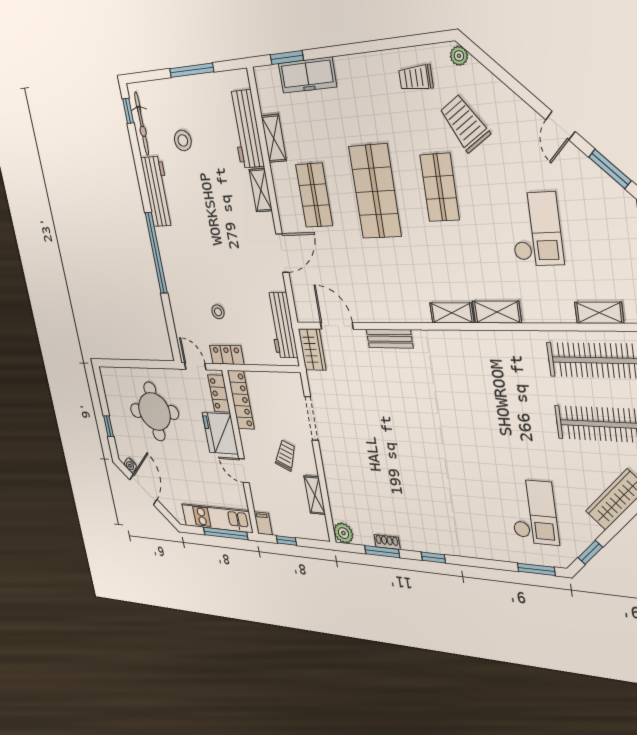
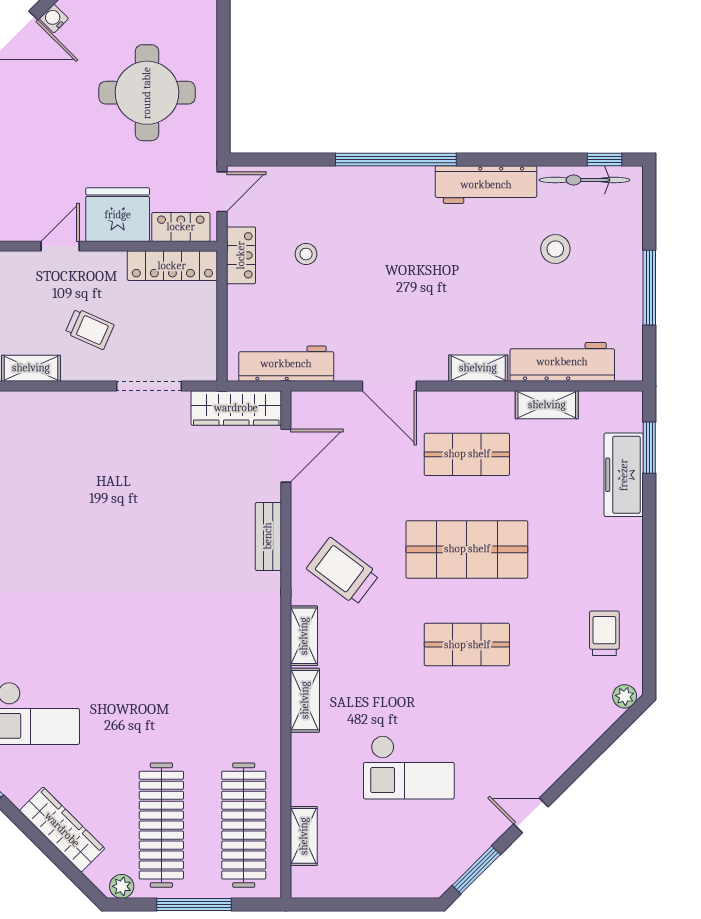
trolley: (465, 123) -> (343, 571), moved, turned -111
wardrobe: (312, 350) -> (236, 408), width x1.50

